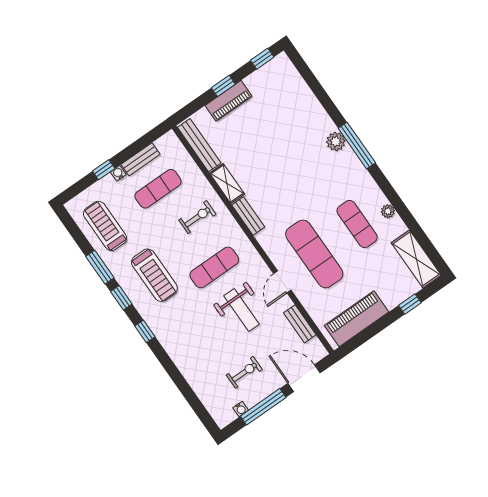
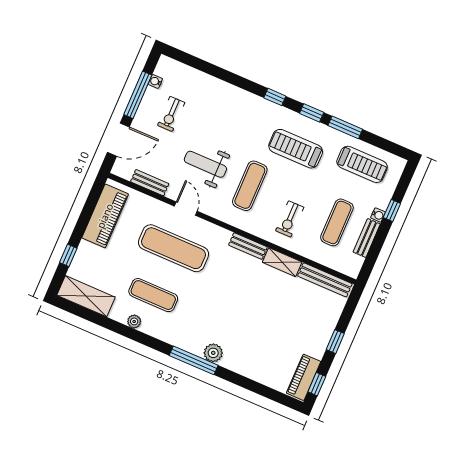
piano: (229, 101) -> (304, 377), moved

